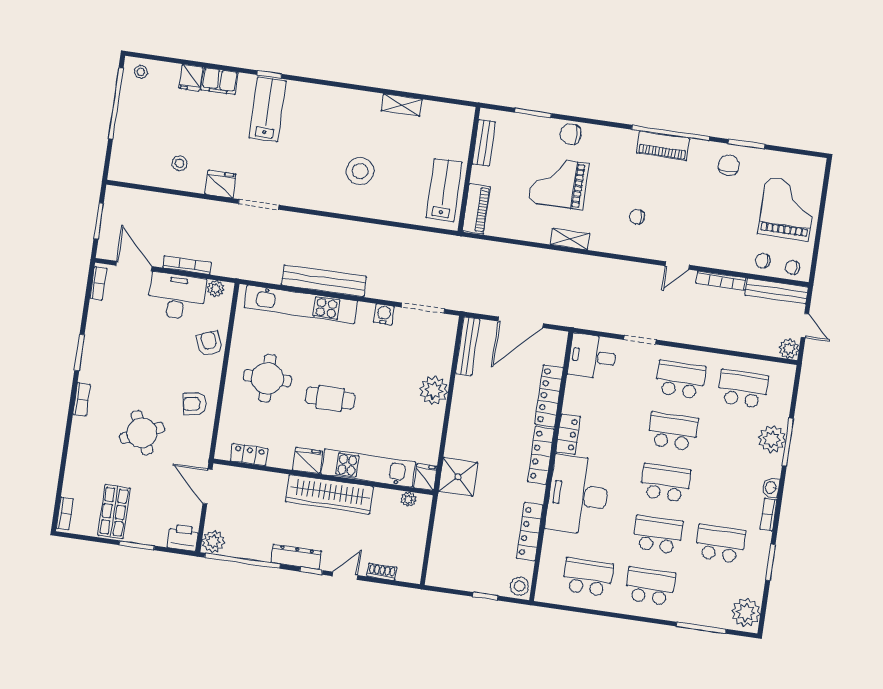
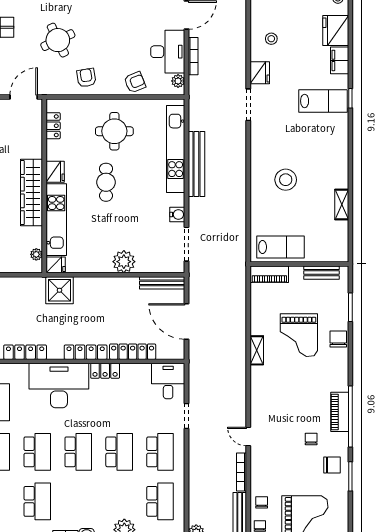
fridge: (191, 78) -> (336, 31), width x1.88, depth x1.34
grand piano: (559, 183) -> (299, 335), turned 180
chair: (637, 217) -> (311, 439), moved

